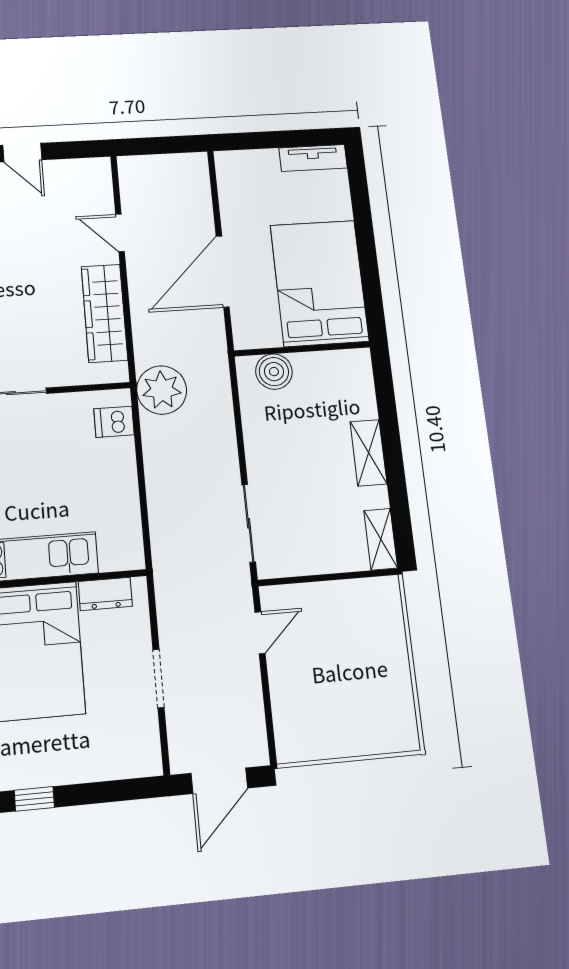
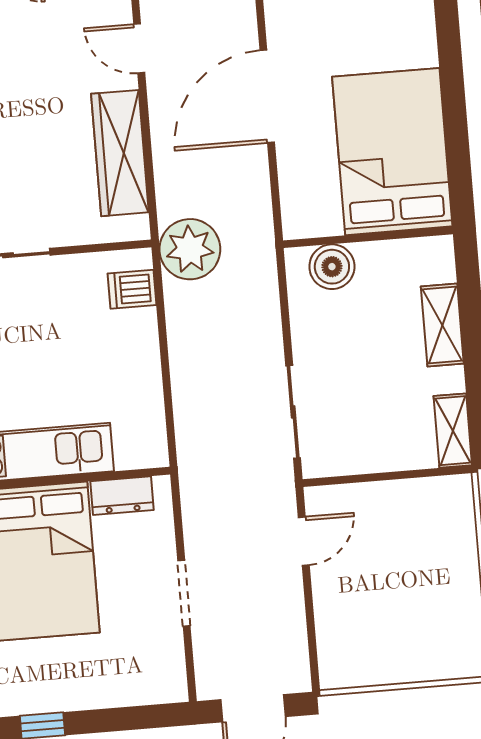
bed: (319, 283) -> (392, 152), moved
wall: (302, 349) -> (368, 237), moved
boiler: (274, 372) -> (332, 267), moved

